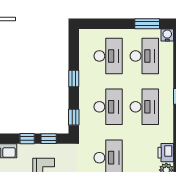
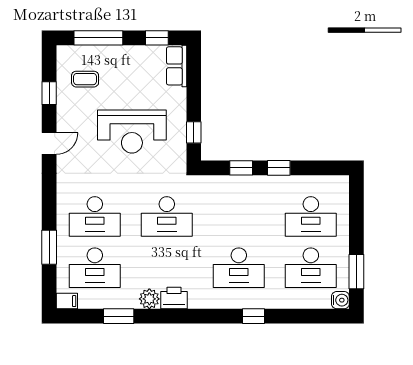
desk: (108, 107) -> (239, 216), removed
window: (74, 117) -> (241, 168), moved
window: (27, 139) -> (194, 102), removed

